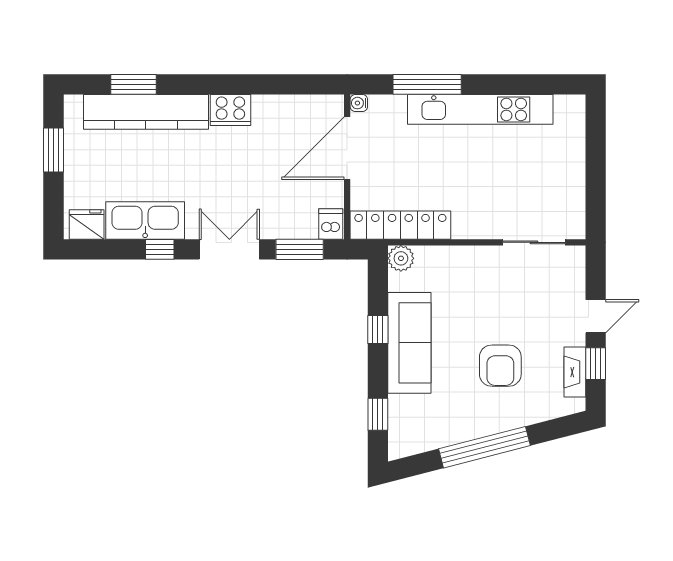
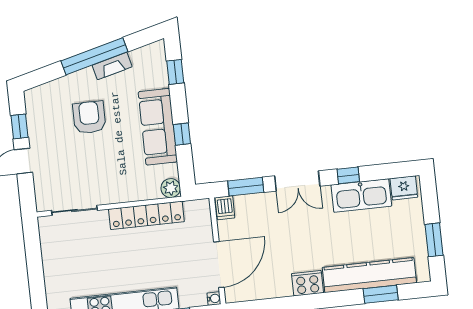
locker: (400, 225) -> (146, 215), moved
fireplace: (575, 372) -> (112, 66), moved, turned 76

